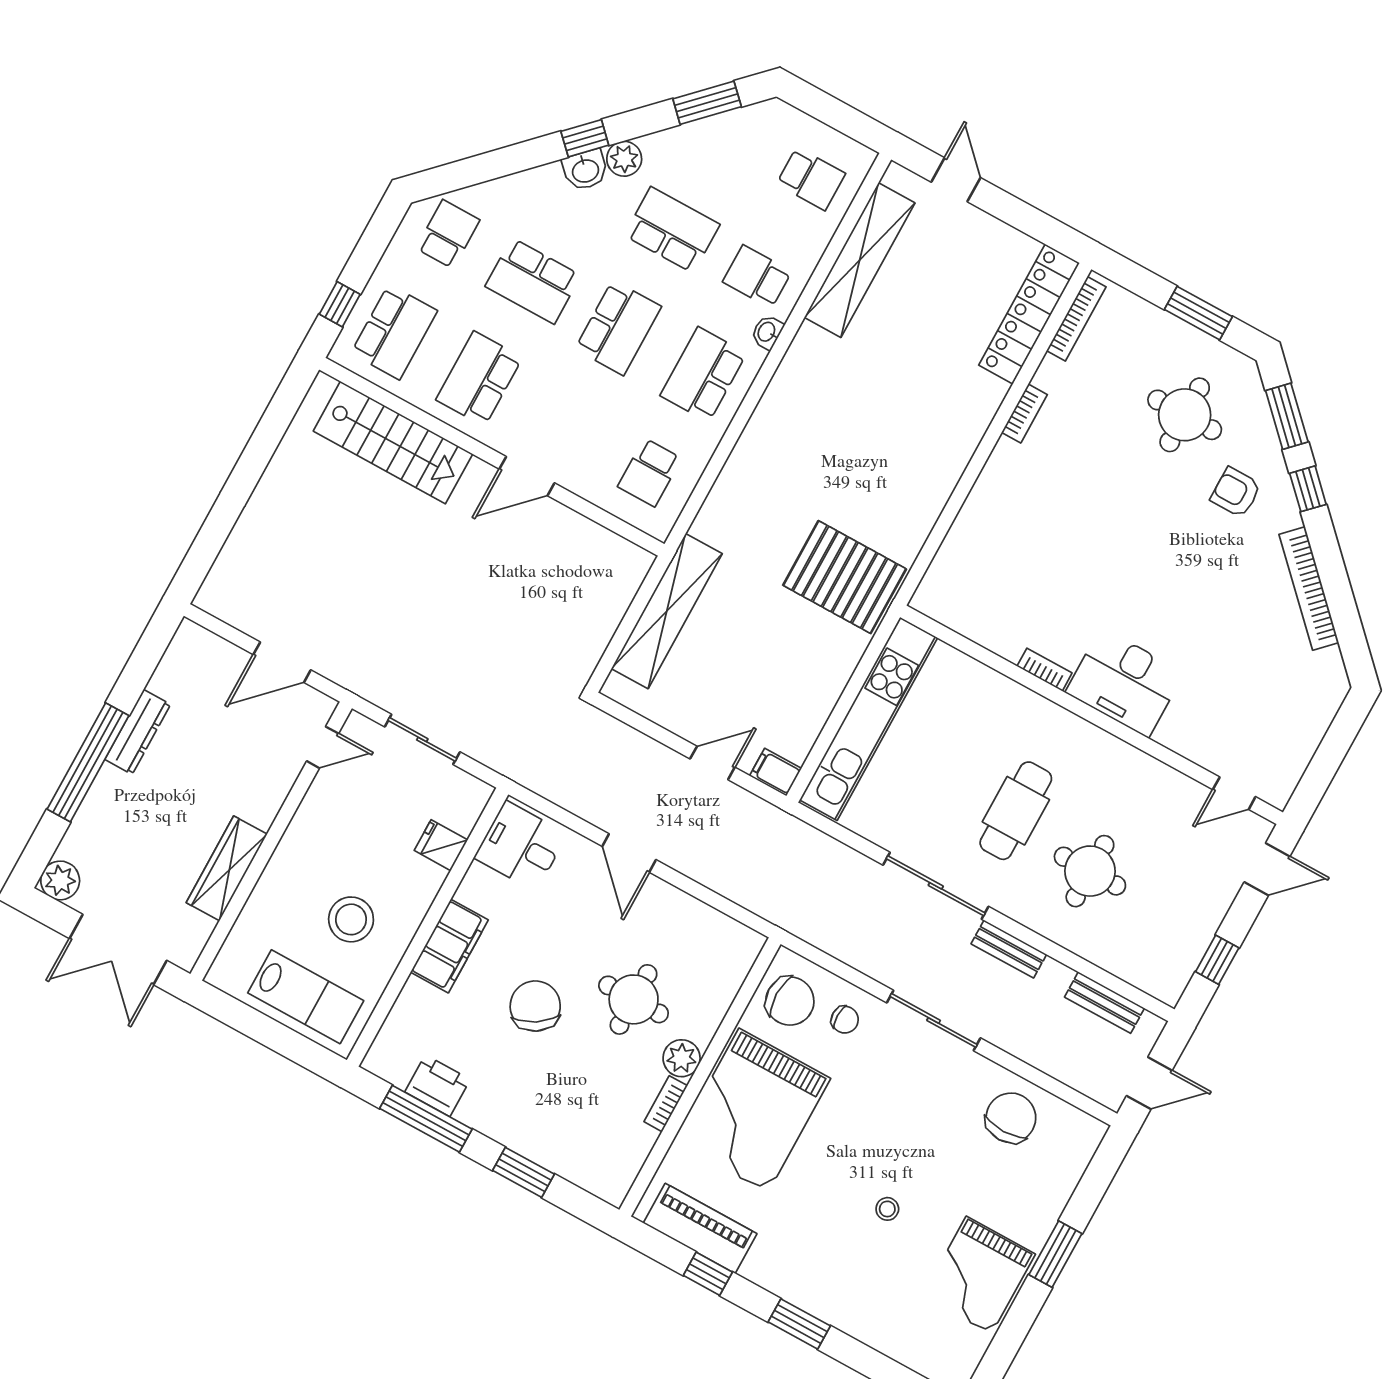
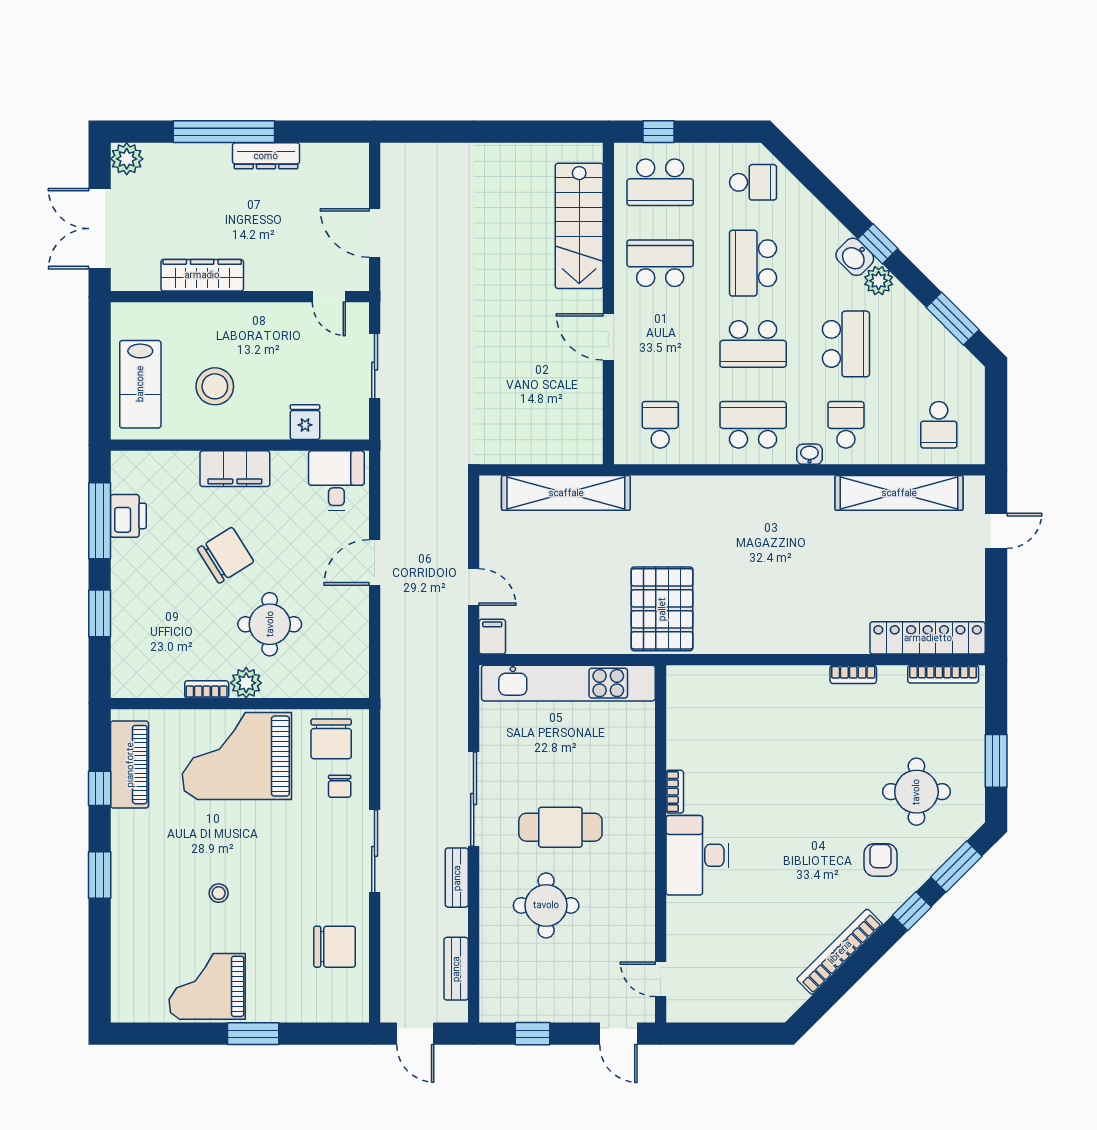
school desk: (650, 472) -> (660, 425), turned 90

